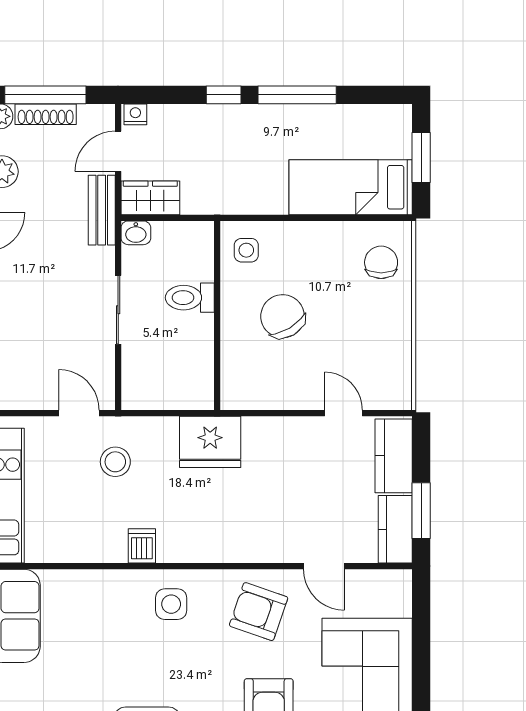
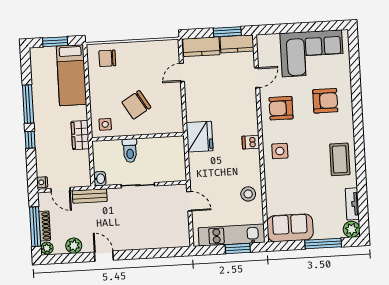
wardrobe: (150, 198) -> (80, 135), moved
door: (79, 413) -> (189, 201), swing flipped
stool: (115, 462) -> (248, 194), moved
dishwasher: (142, 546) -> (251, 142), moved
armchair: (259, 612) -> (281, 108), turned 71

